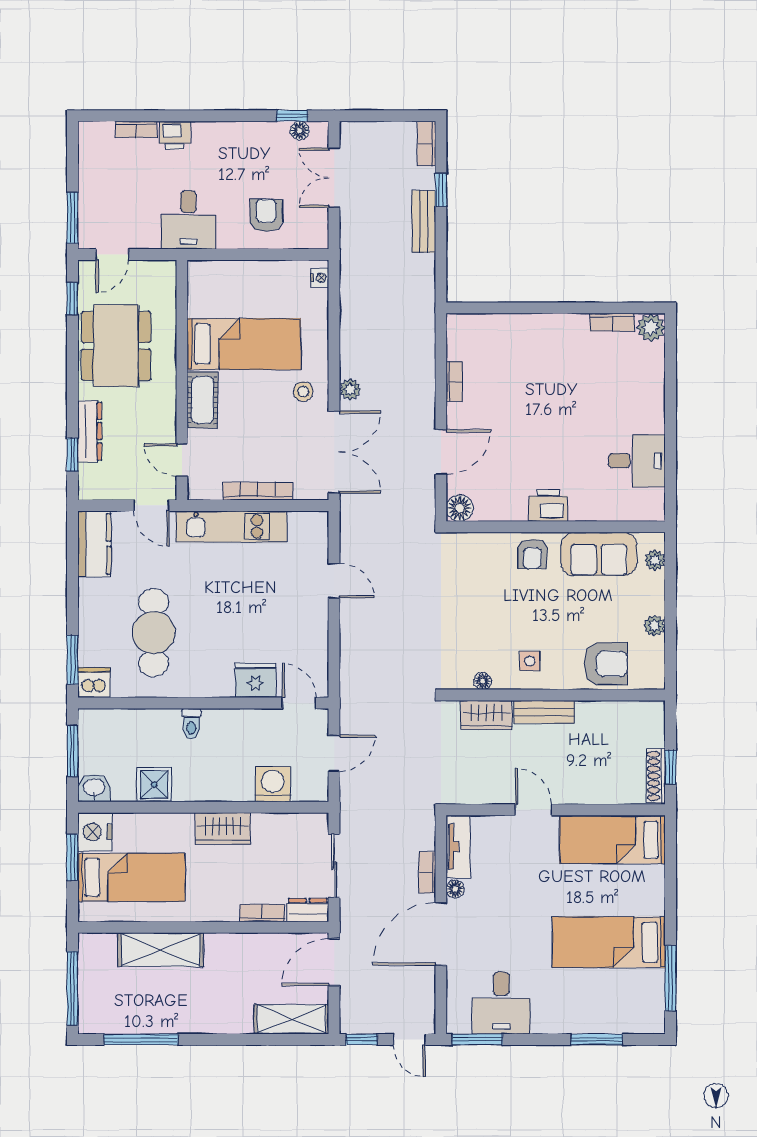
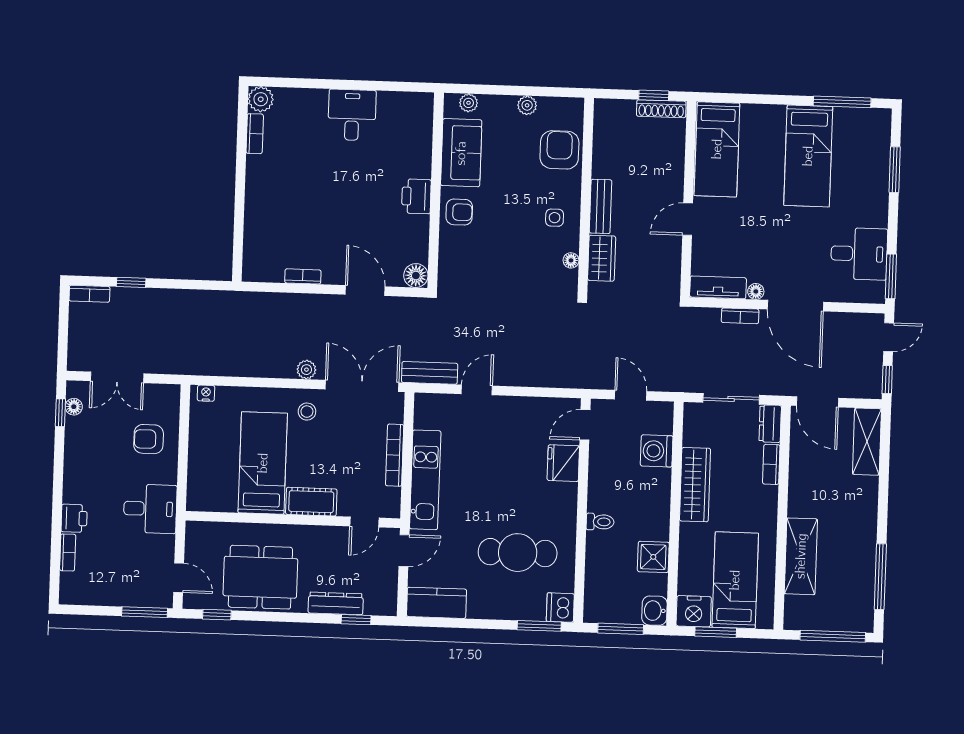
bench: (424, 222) -> (430, 373), moved
desk: (637, 461) -> (352, 115), moved
wardrobe: (223, 828) -> (695, 485), width x1.50

